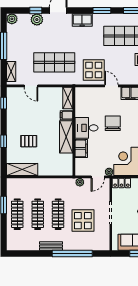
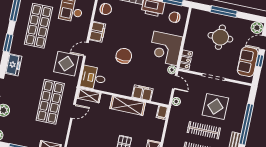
door: (31, 86) -> (73, 111), moved
filing cabinet: (67, 115) -> (162, 113), moved
chair: (113, 123) -> (124, 56), turned 90
desk: (87, 128) -> (93, 78), moved, turned 90

